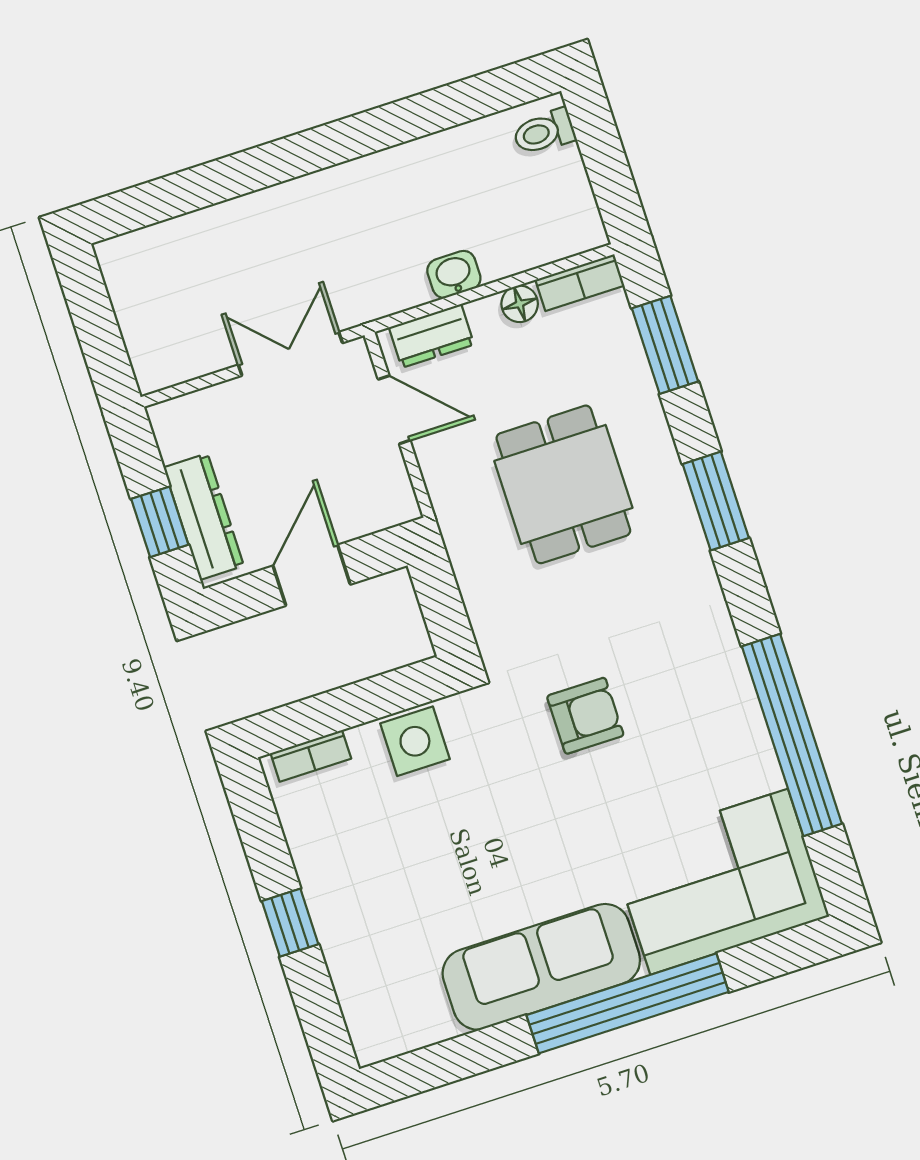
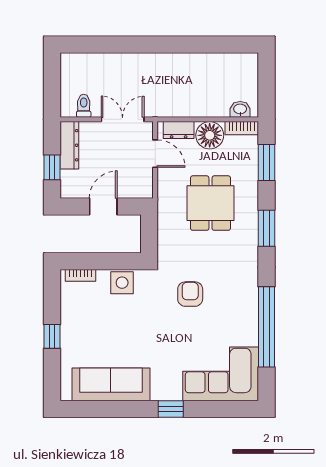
toilet: (544, 132) -> (84, 106), moved, turned 90
washbasin: (454, 274) -> (240, 109), moved
floor lamp: (520, 304) -> (210, 135), width x1.89, depth x1.89
dresser: (204, 517) -> (69, 145), moved
armchair: (585, 716) -> (190, 294), turned -90
sofa: (541, 967) -> (111, 384), moved
window: (628, 1003) -> (171, 409), width x0.32

